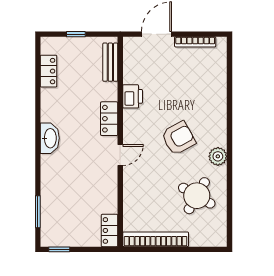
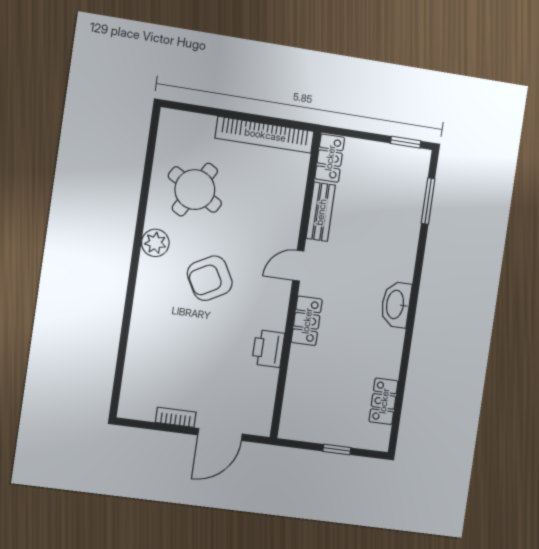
bookcase: (195, 42) -> (176, 417), width x0.64
bench: (110, 62) -> (321, 212), moved

